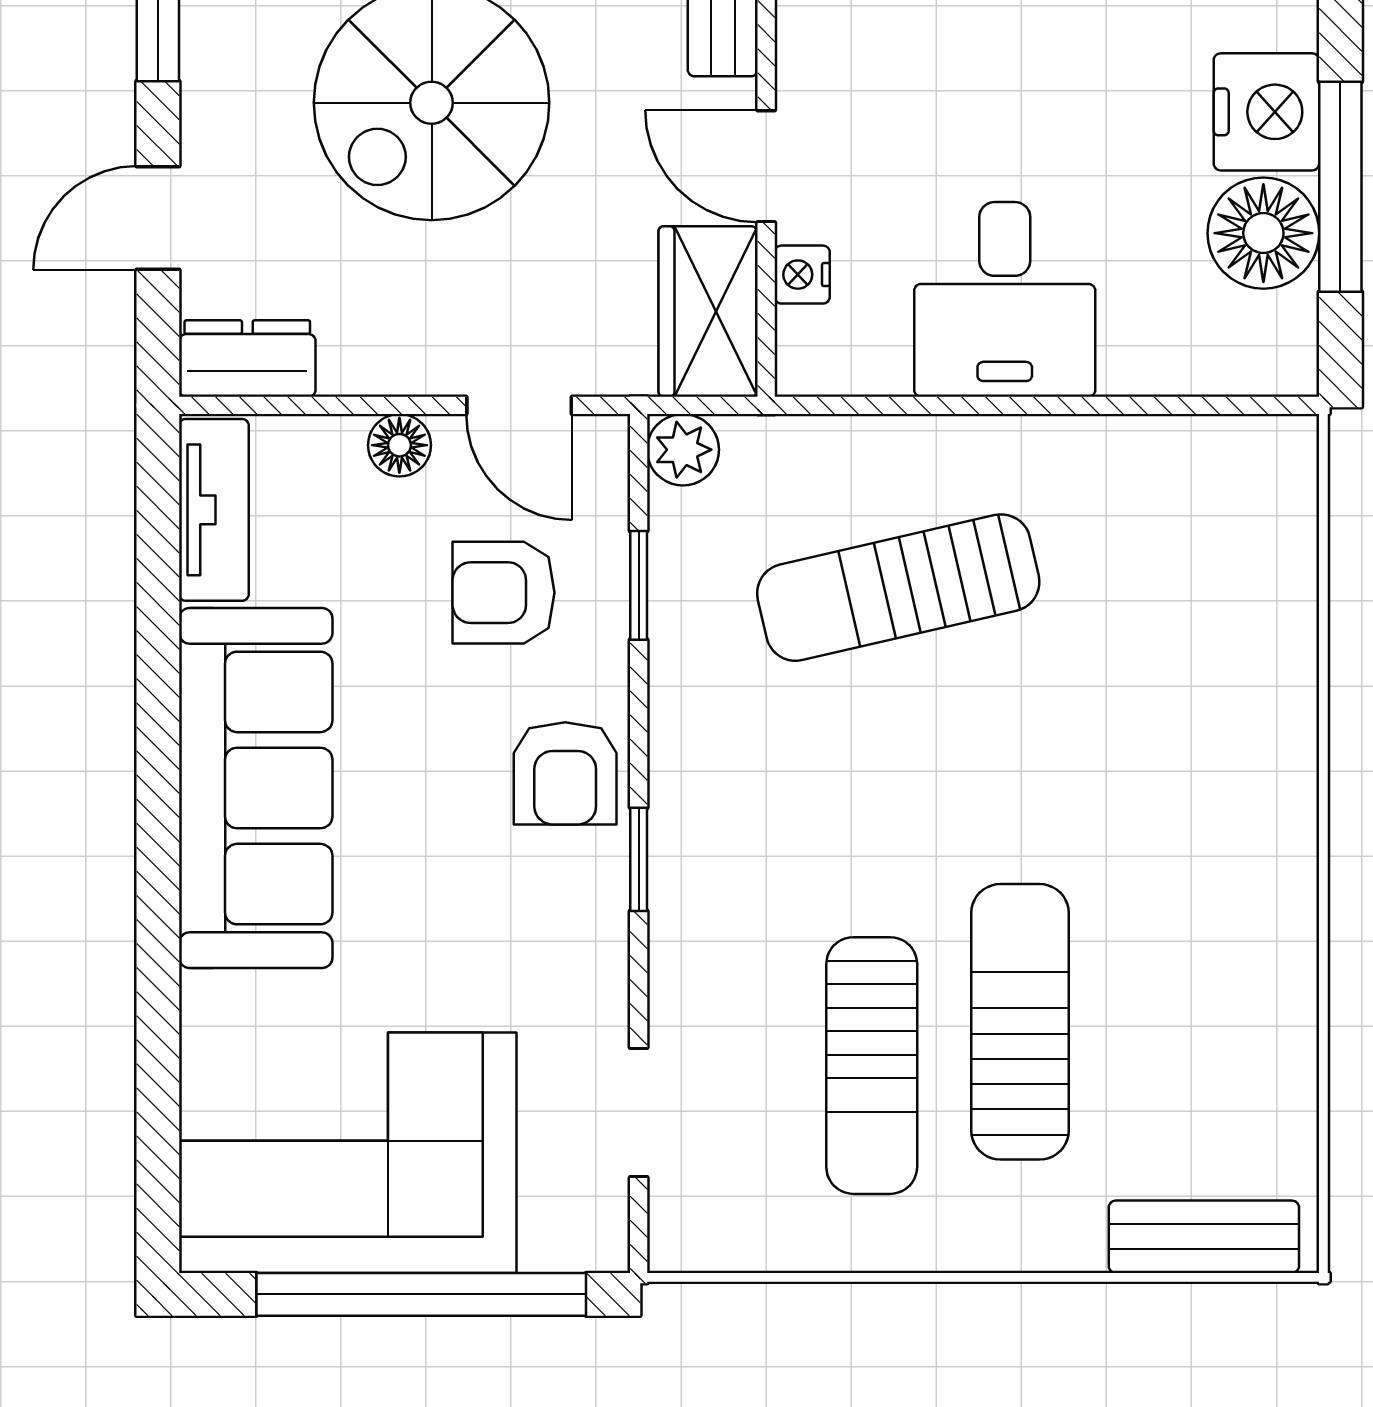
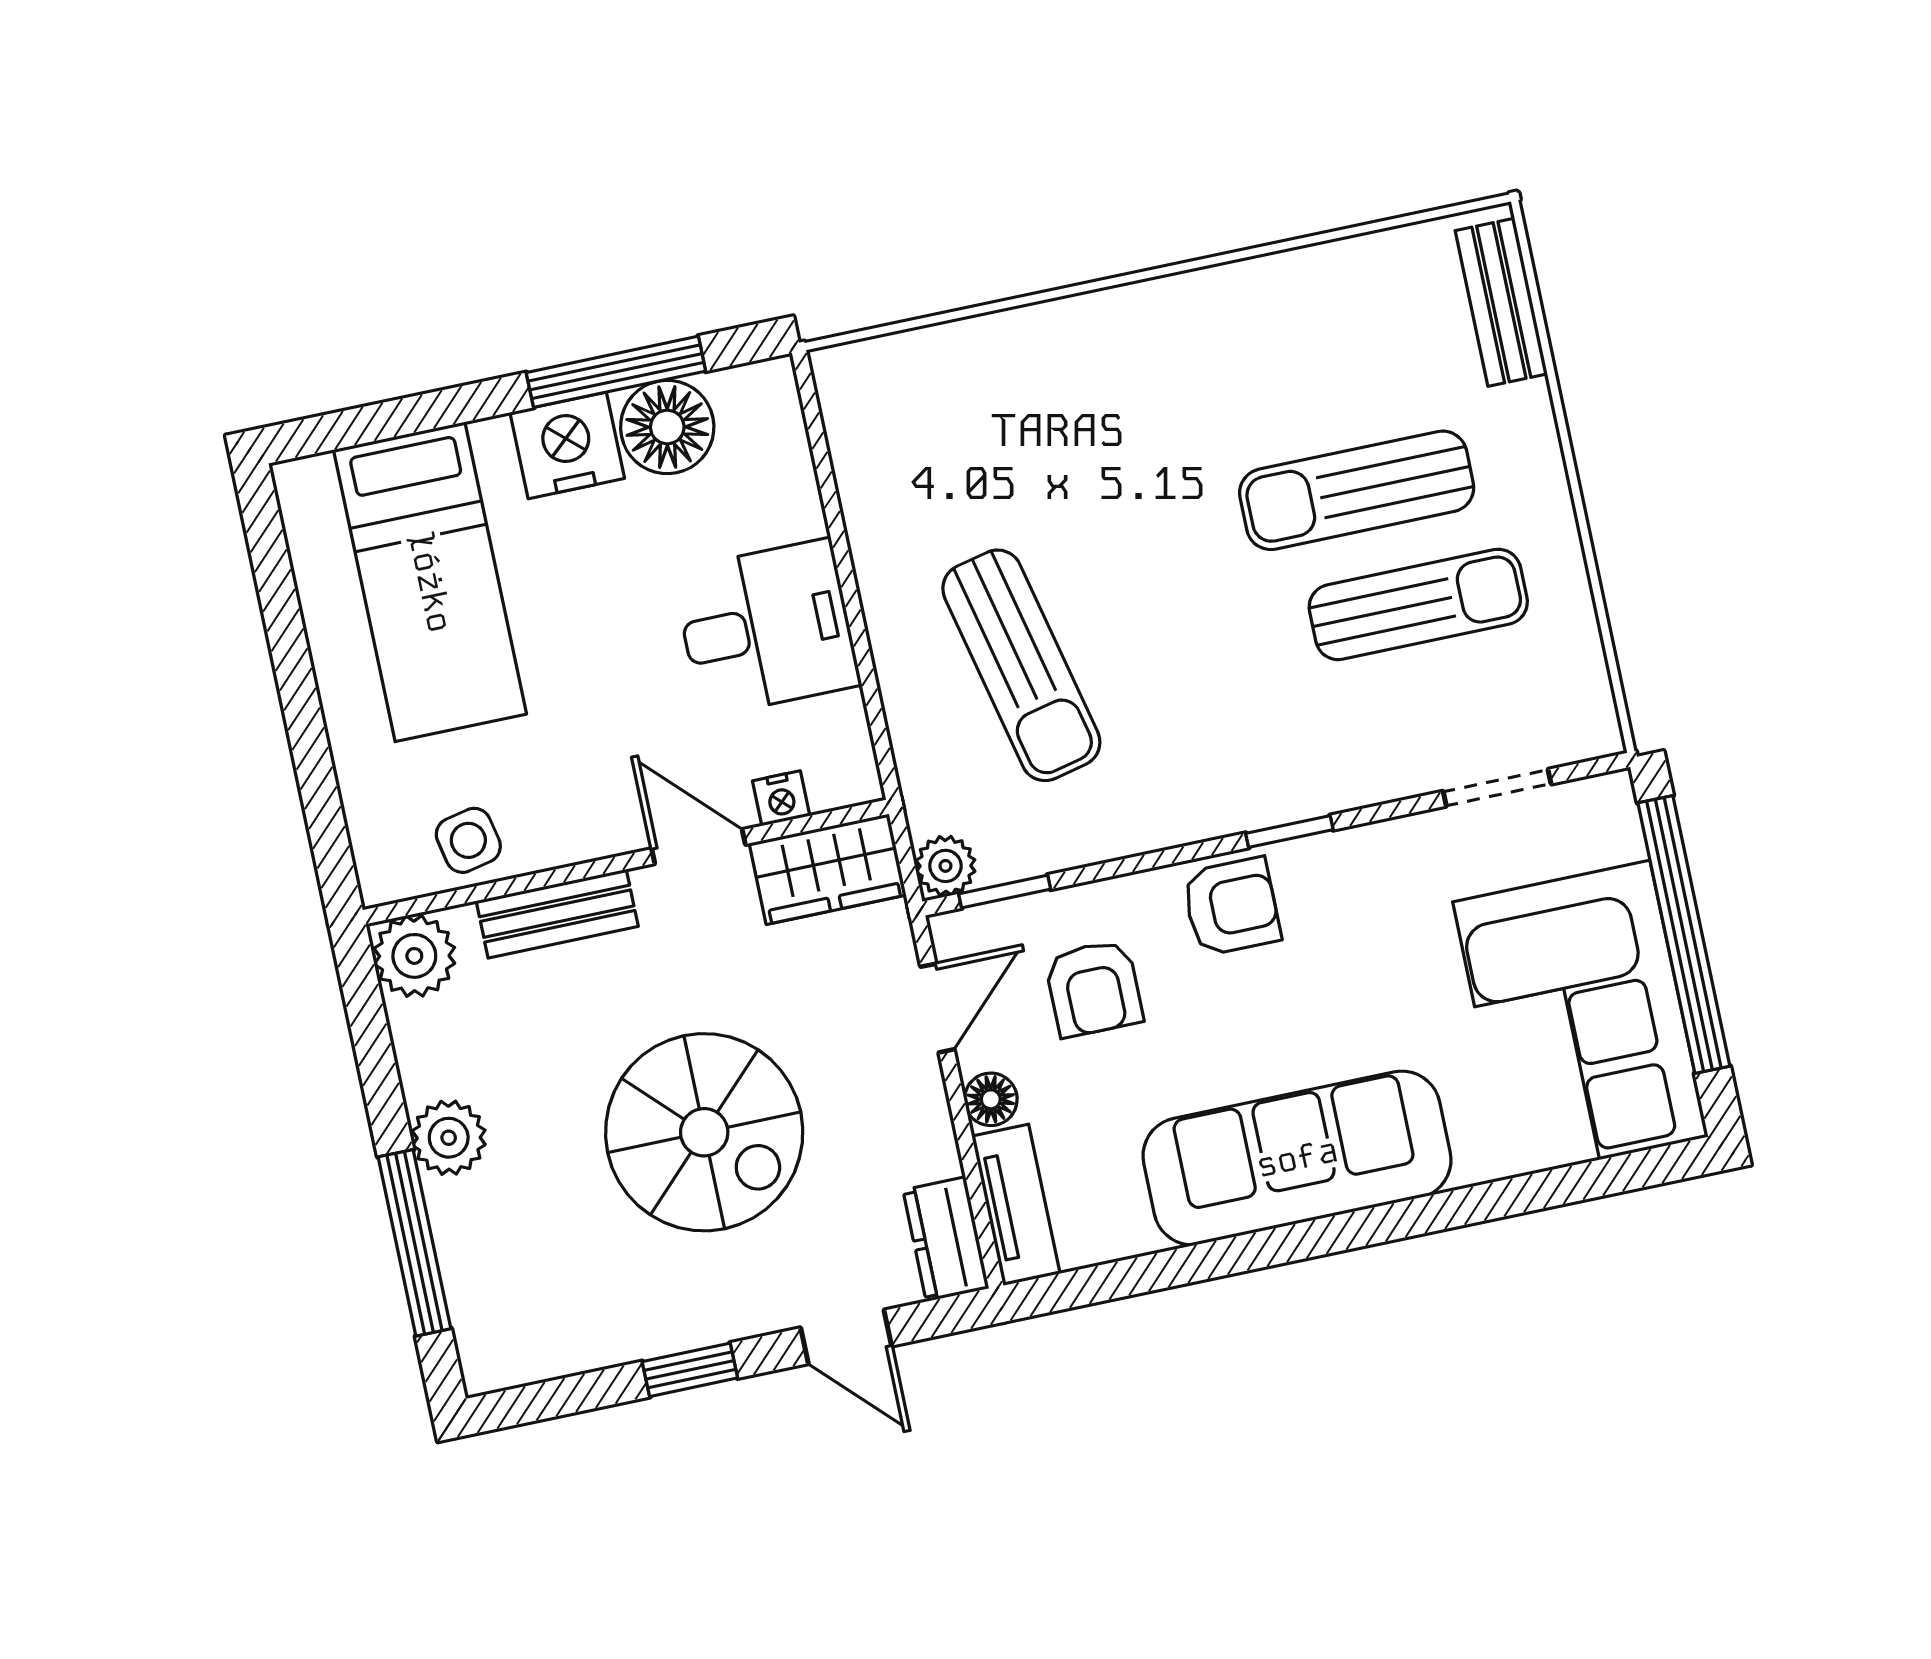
door: (766, 166) -> (698, 847), swing flipped
tv unit: (214, 510) -> (1016, 1205), moved, turned 90
window: (639, 585) -> (1005, 891), moved

